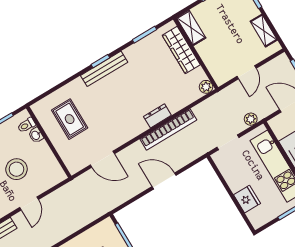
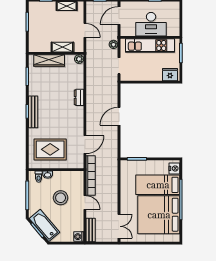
shelving: (191, 28) -> (62, 47), moved
rug: (70, 119) -> (50, 149), width x1.36, depth x1.43
bookcase: (168, 129) -> (91, 176), moved
fridge: (247, 199) -> (170, 75), moved

